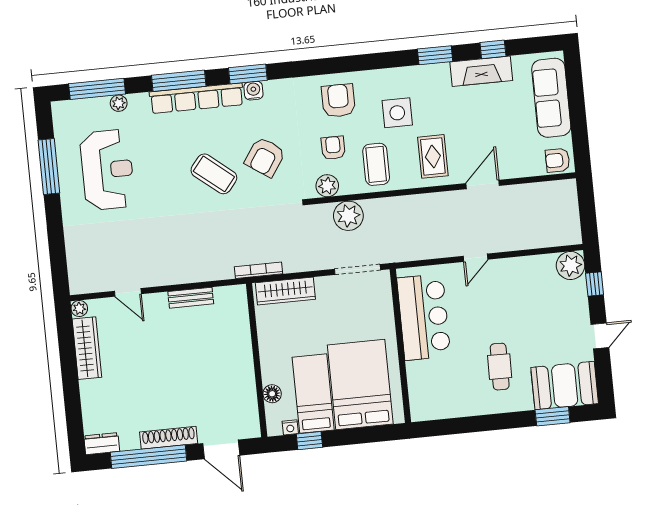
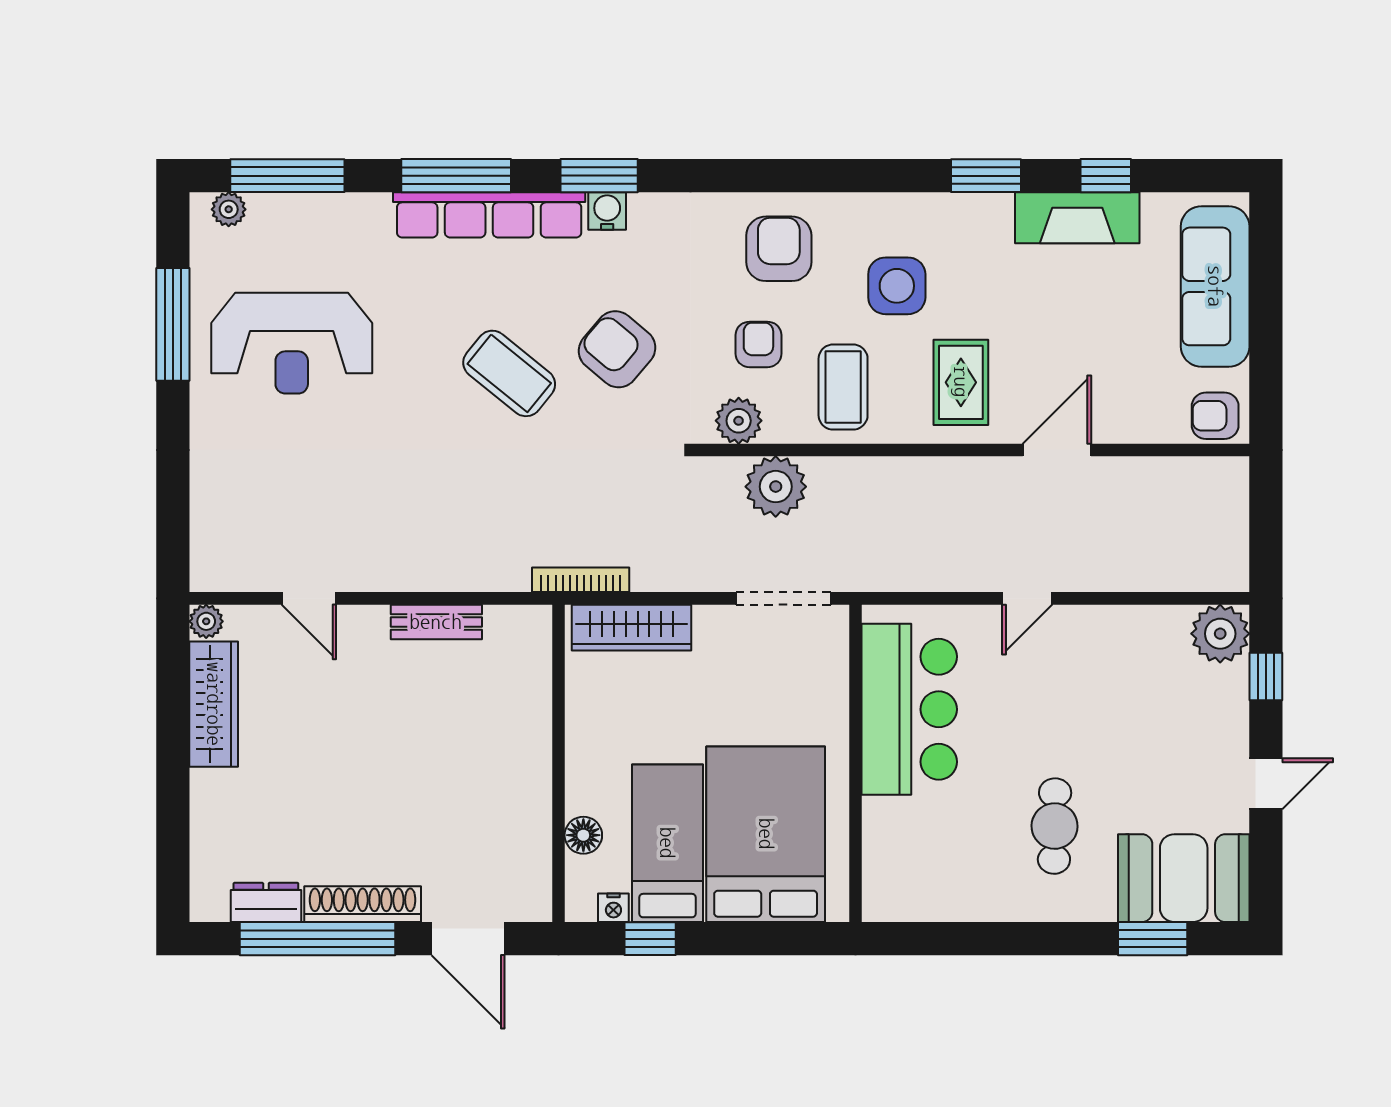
plant: (119, 103) -> (229, 209), moved
armchair: (265, 157) -> (617, 349), turned 96
reception desk: (107, 170) -> (292, 343), turned 90
dresser: (102, 444) -> (266, 902), moved

